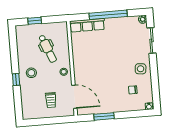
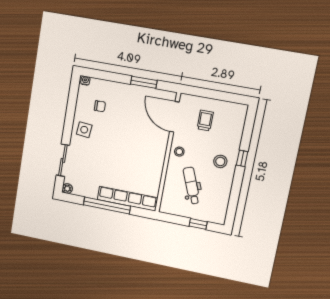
row of seats: (87, 25) -> (127, 199), width x1.36

